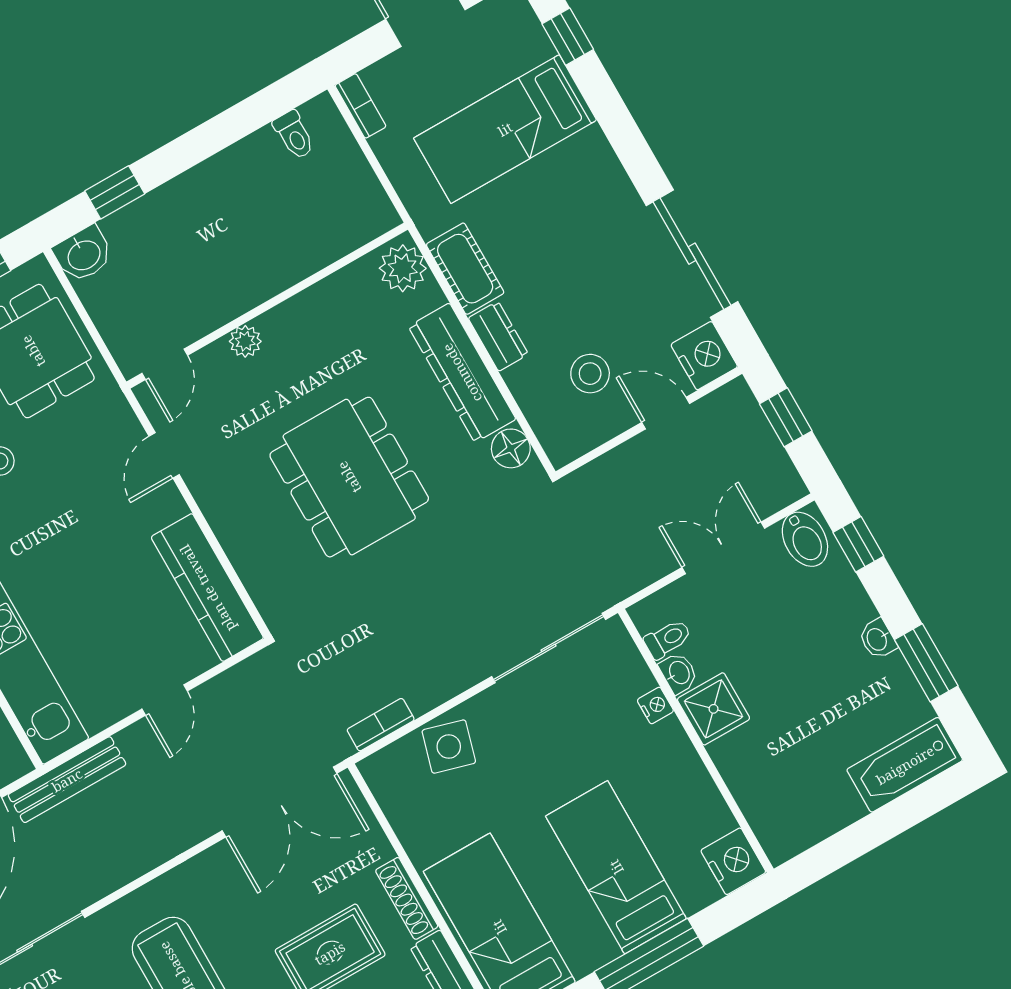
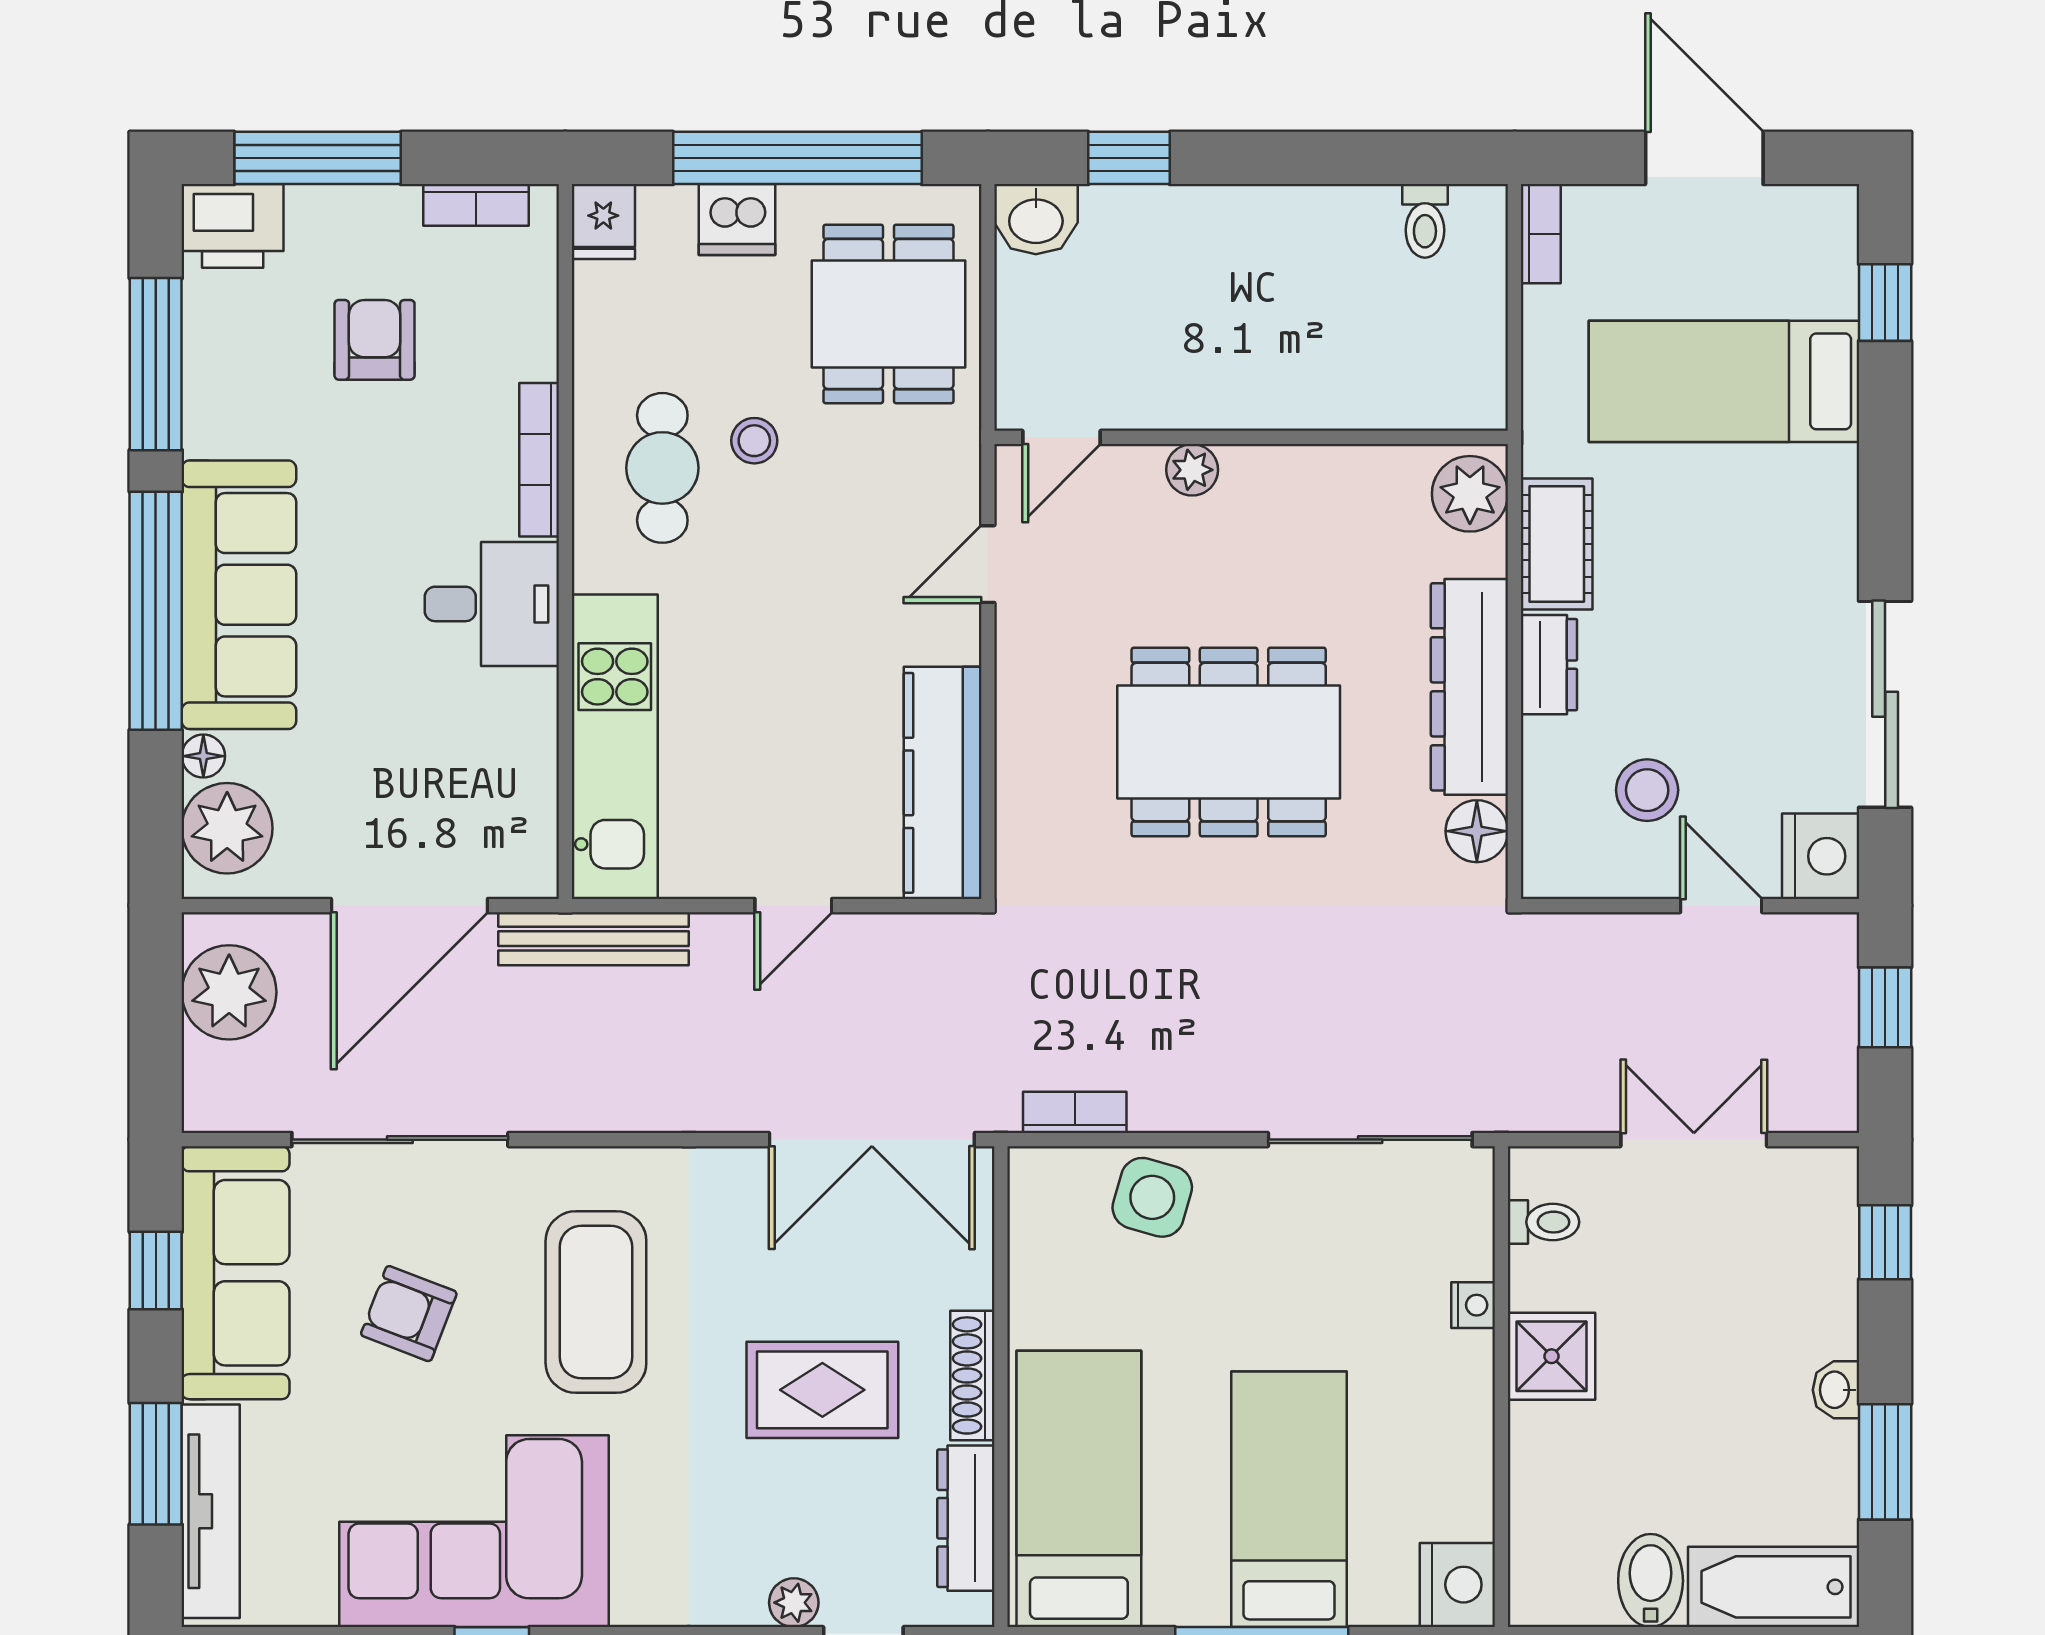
dining table: (349, 477) -> (1229, 742), turned 90
bidet: (805, 539) -> (1651, 1581), moved, turned 180
washbasin: (679, 673) -> (1532, 1278), removed

